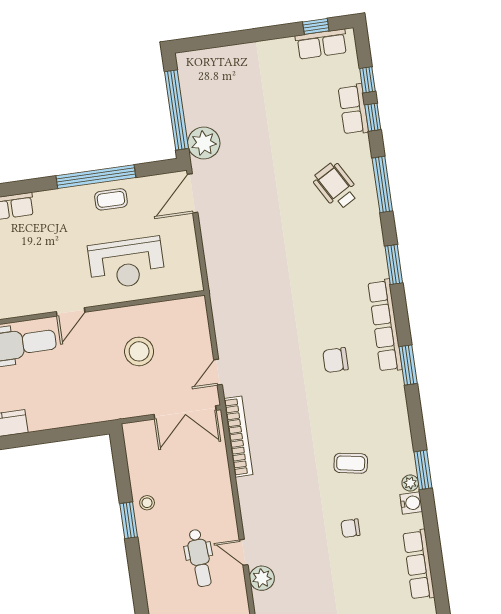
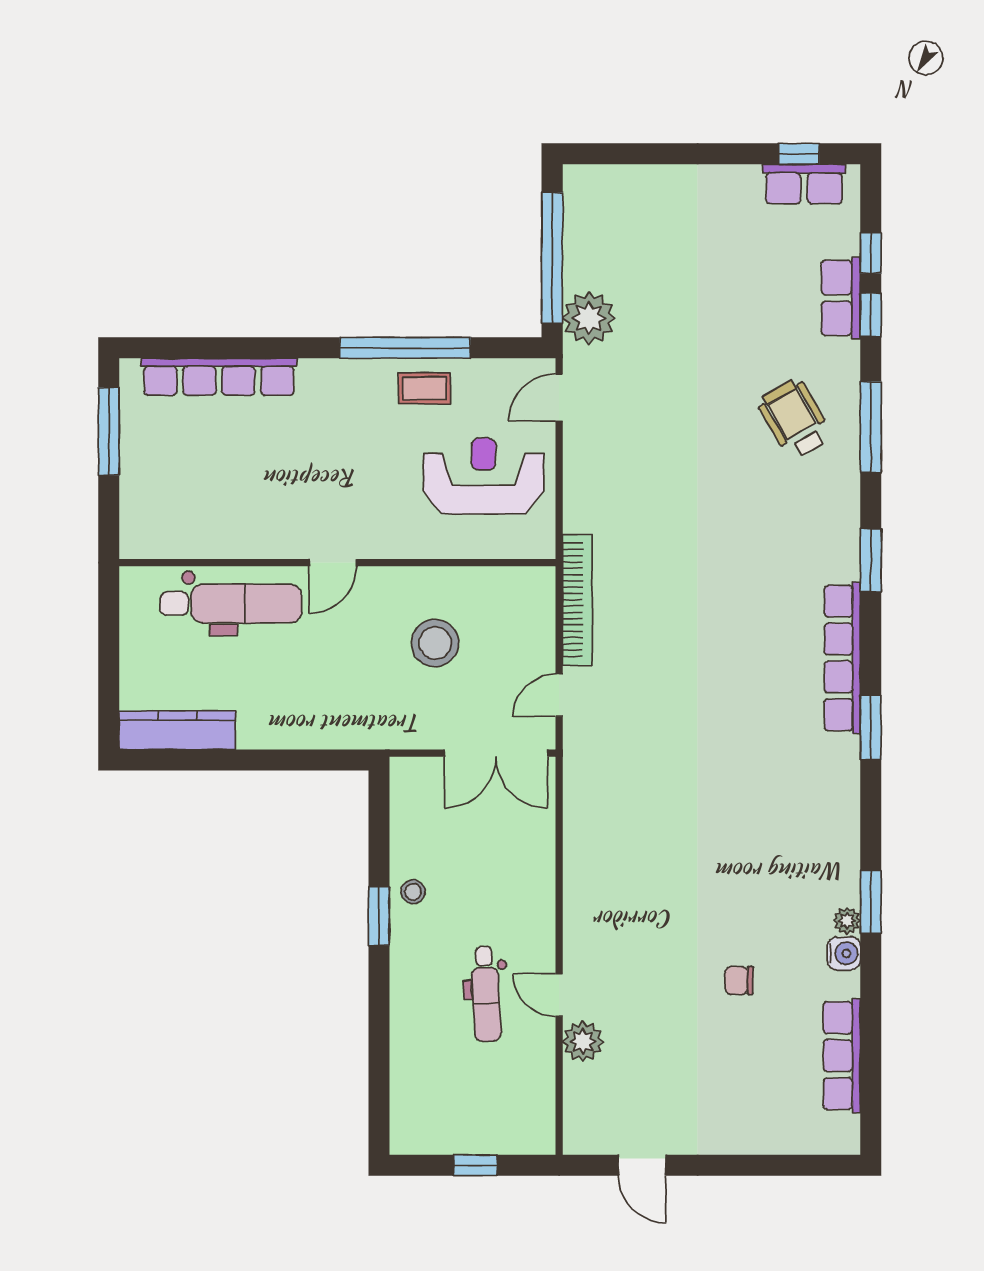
door: (193, 193) -> (559, 397), width x0.73
reception desk: (126, 263) -> (484, 476), moved, turned 180
chair: (335, 360) -> (753, 703), removed
bookcase: (238, 437) -> (577, 600), moved
coffee table: (351, 463) -> (754, 875), removed

